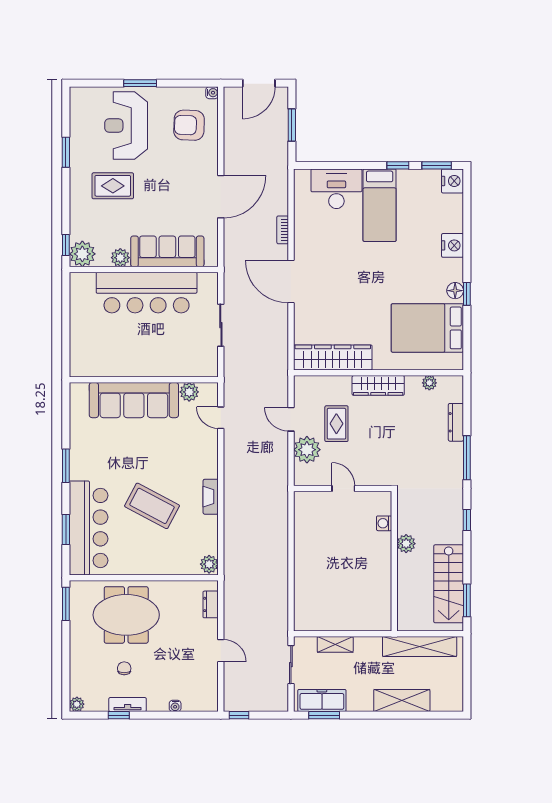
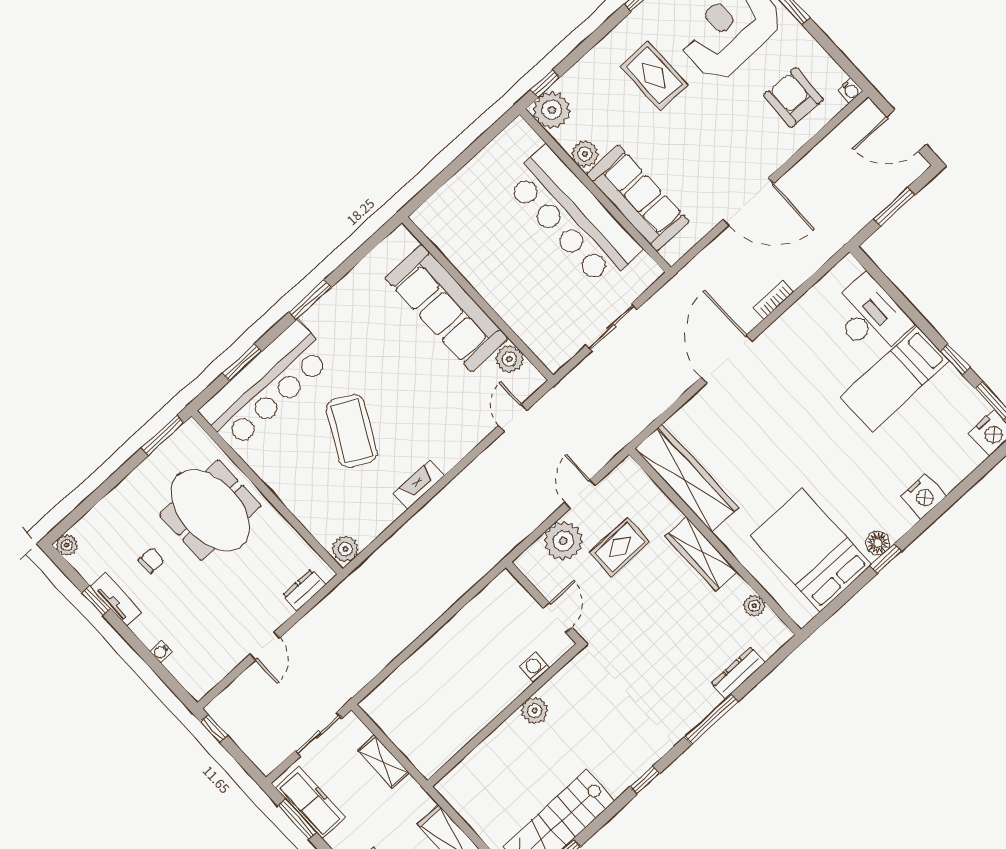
washing machine: (384, 523) -> (535, 667), moved
plant: (406, 544) -> (535, 711), moved
wall: (394, 561) -> (504, 715), moved

